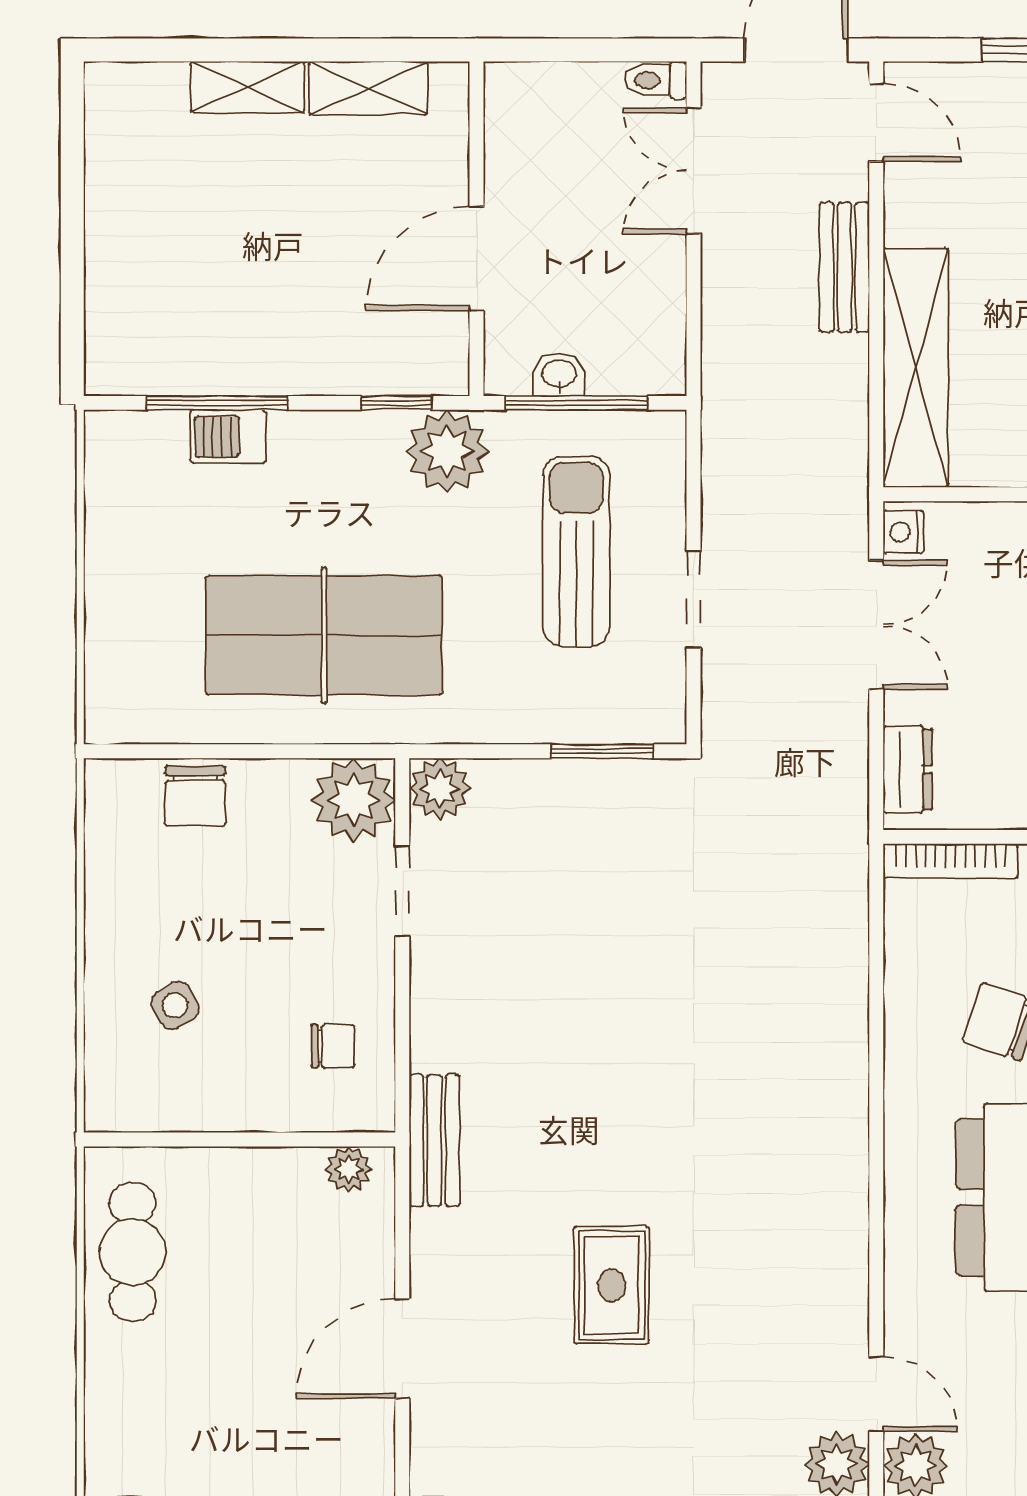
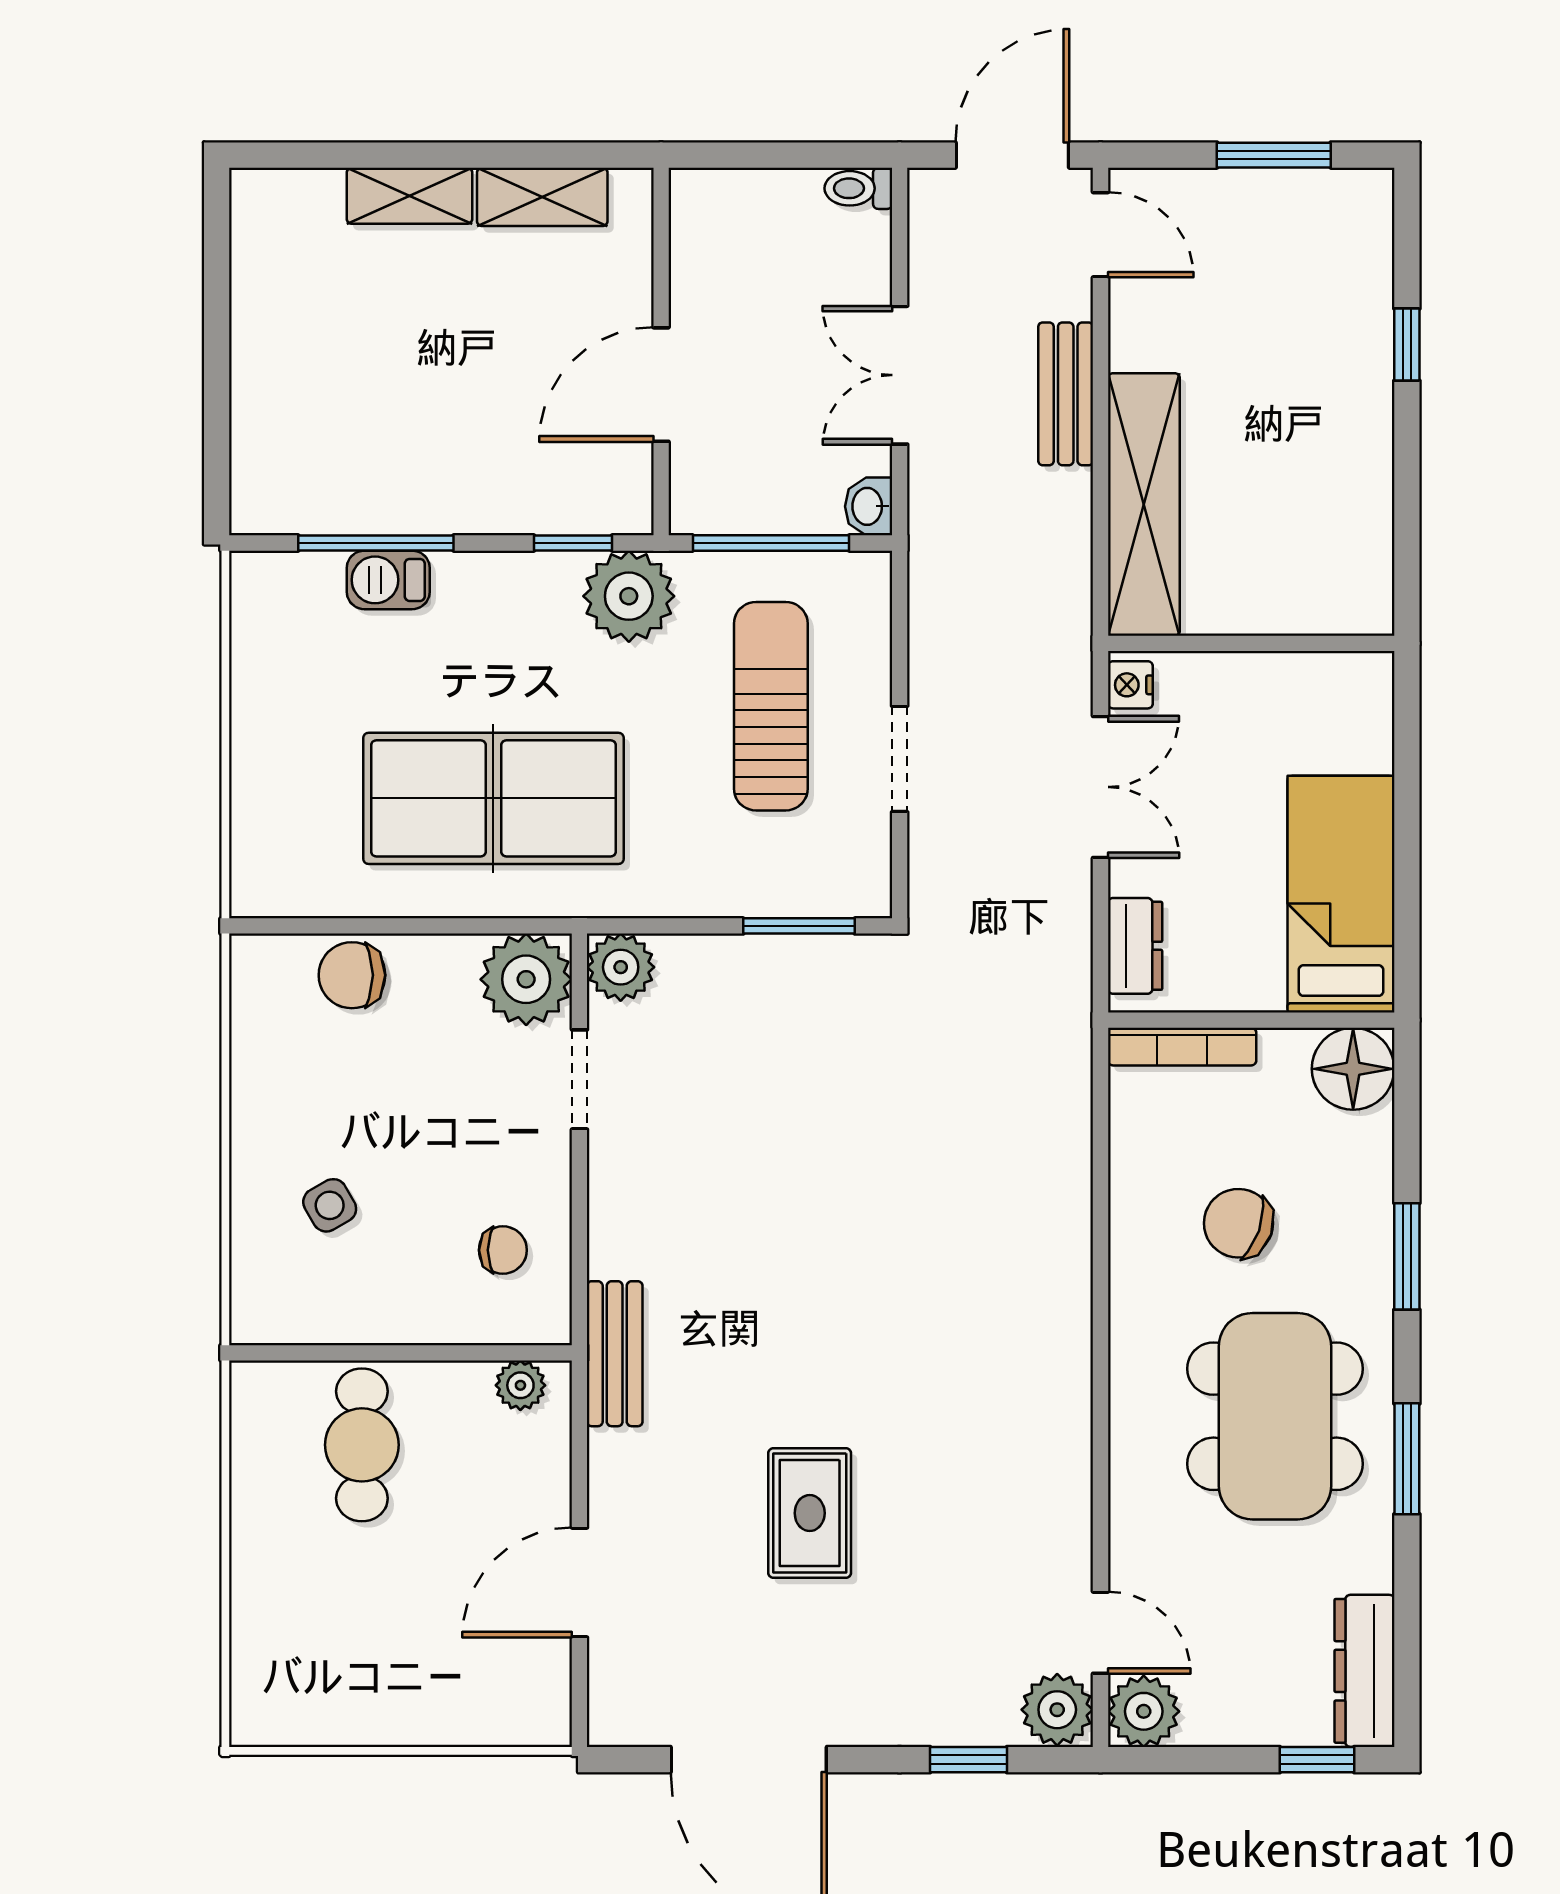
double door: (693, 171) -> (900, 375), moved
washbasin: (559, 375) -> (869, 506), moved, turned -90
chair: (195, 796) -> (352, 975), turned 90
cafe table: (133, 1252) -> (362, 1445), moved

